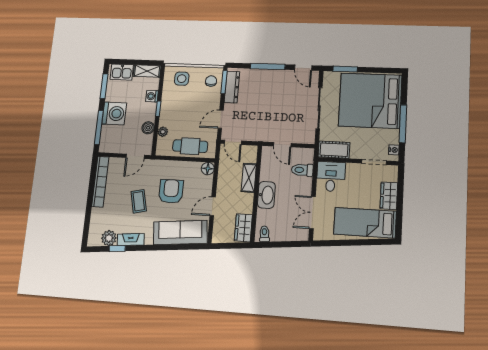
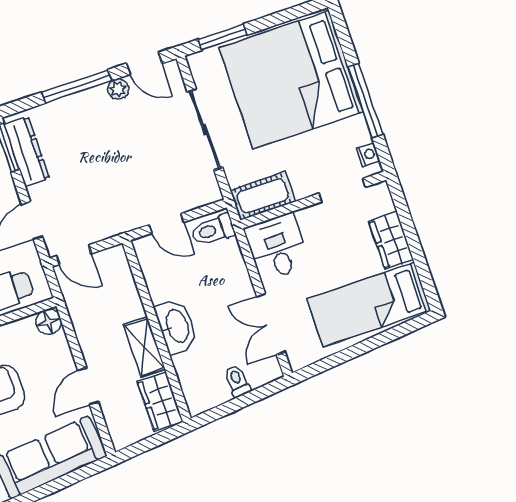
plant: (286, 75) -> (118, 89), added
toilet: (302, 170) -> (213, 230), moved
shelving: (249, 178) -> (144, 347), moved
toilet: (264, 234) -> (237, 381), moved

